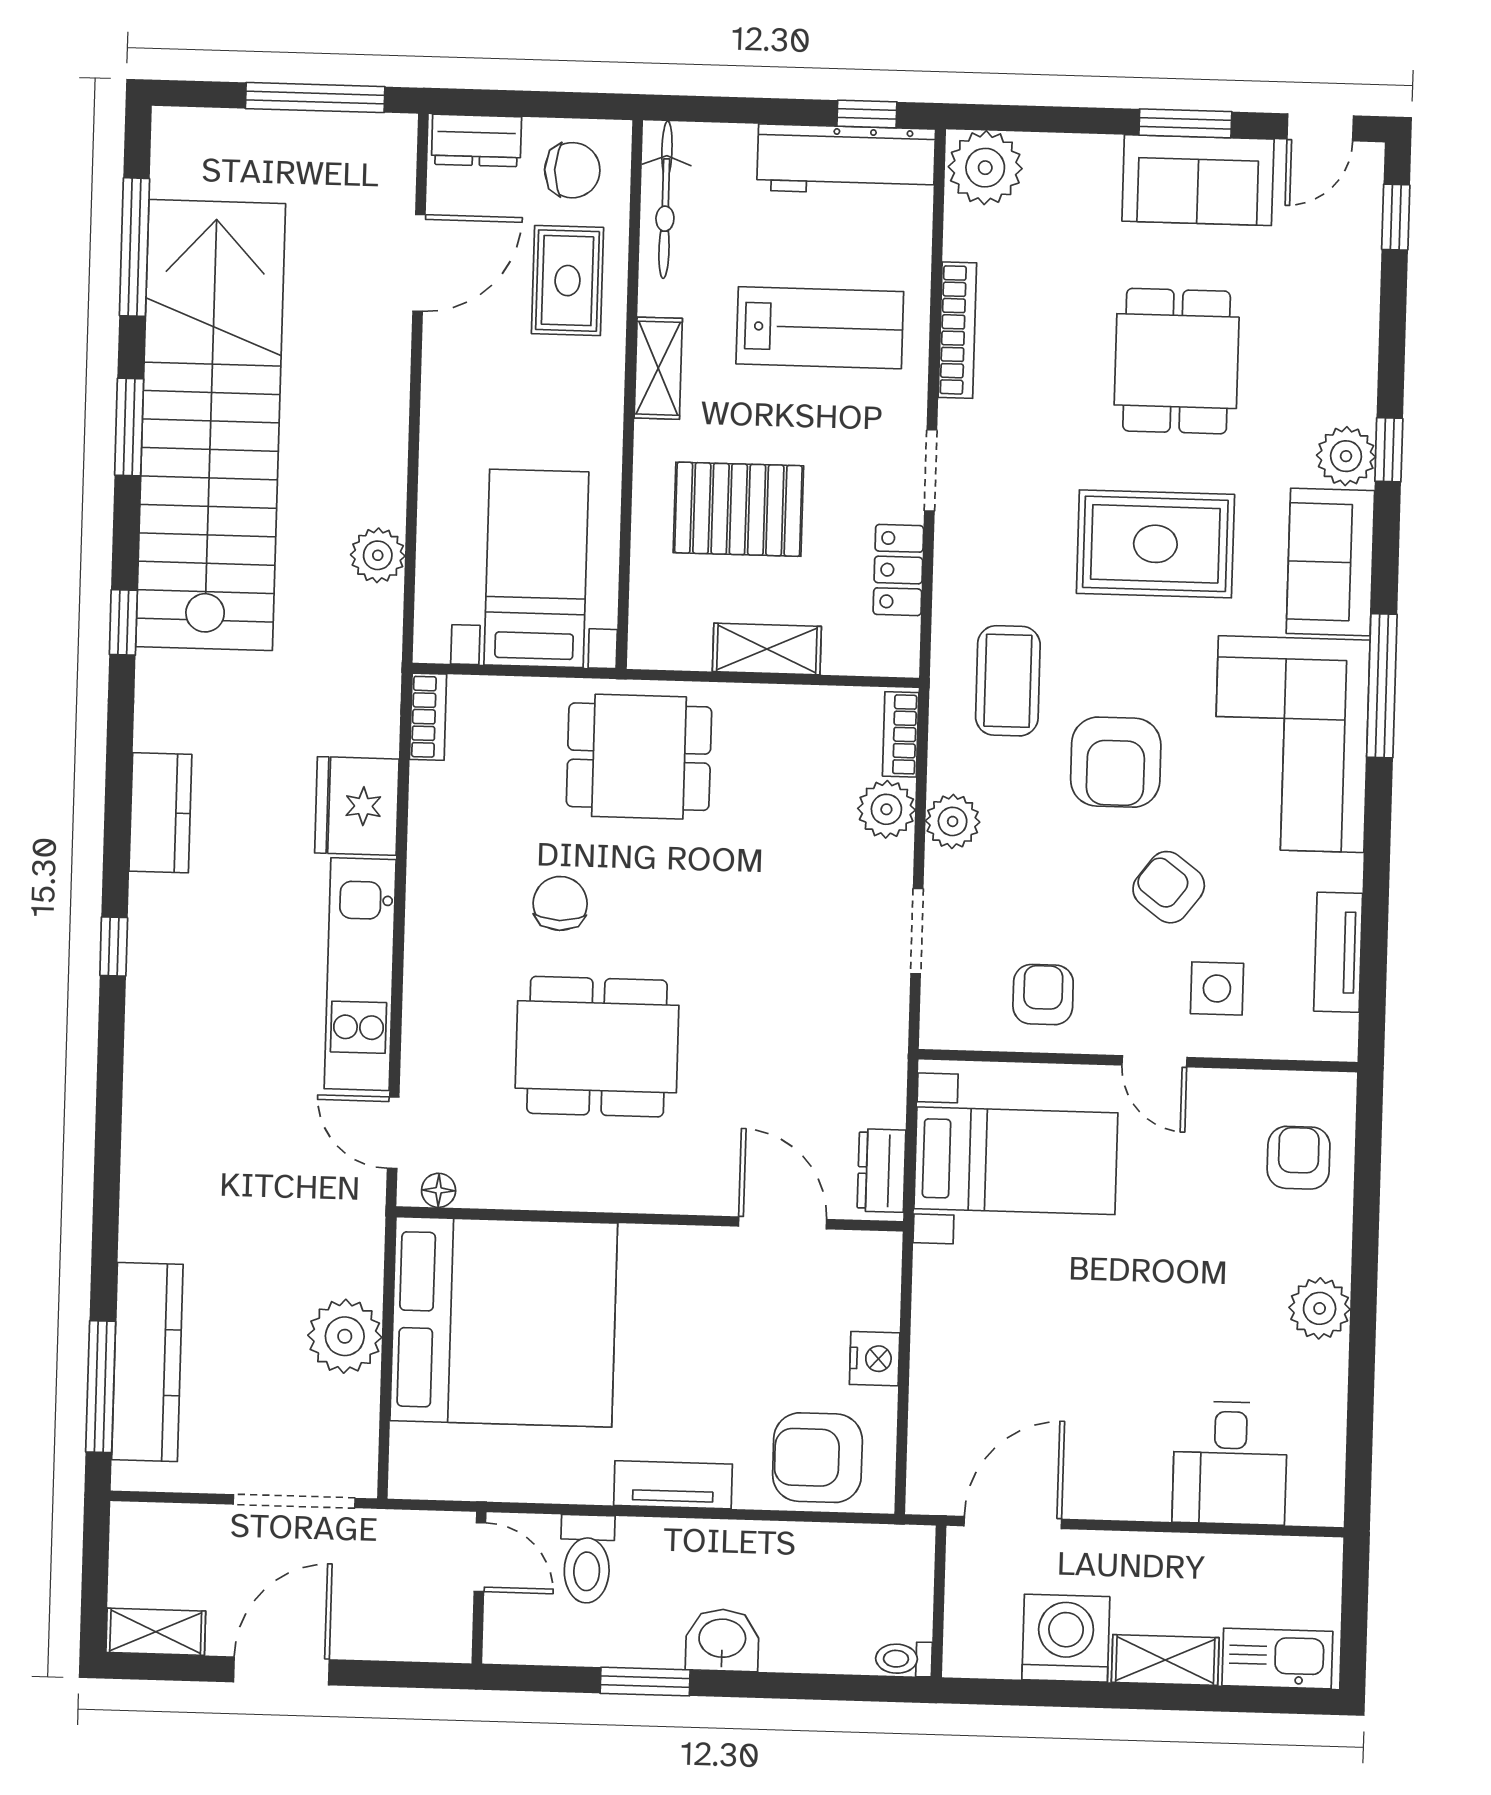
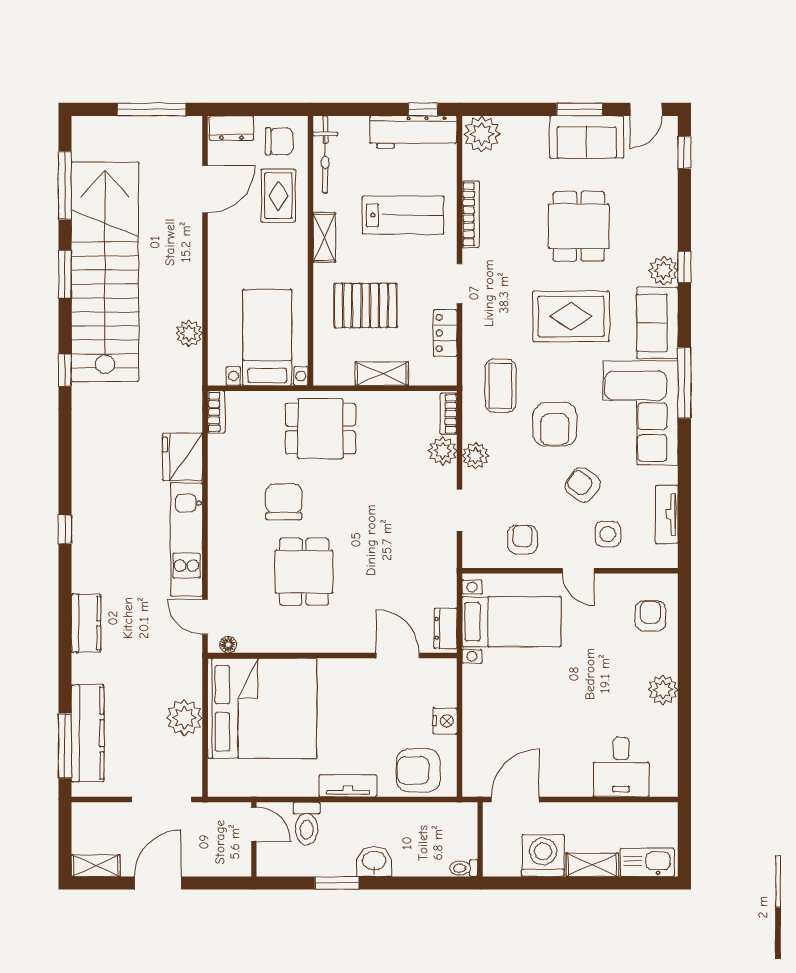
kitchen counter: (160, 813) -> (86, 623), moved
chair: (560, 903) -> (284, 502), width x1.37, depth x1.37
dining table: (597, 1047) -> (304, 572), width x0.73

